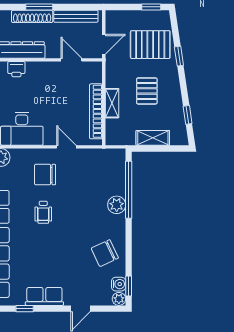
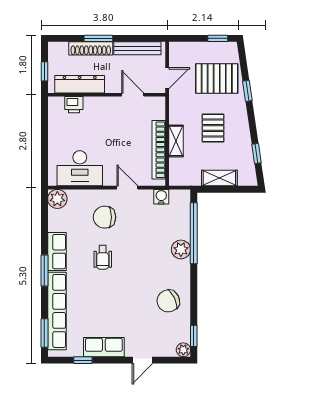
water cooler: (119, 284) -> (161, 197), moved, turned -90

